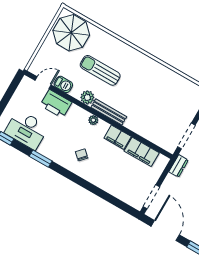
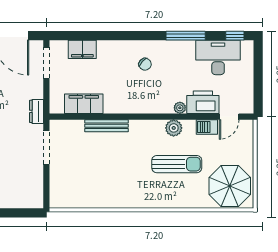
bench: (109, 112) -> (106, 126), moved
plant: (93, 120) -> (180, 108), moved
filing cabinet: (118, 137) -> (82, 49), moved, turned 180
window: (41, 159) -> (186, 36), width x1.44

